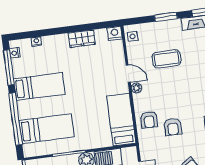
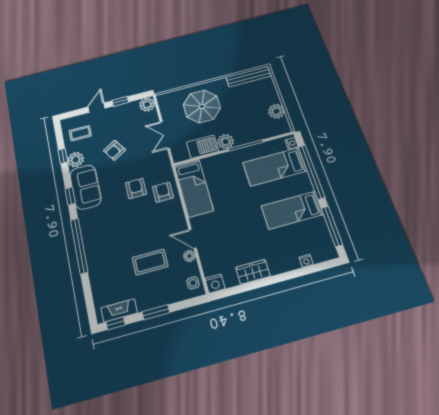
nightstand: (15, 53) -> (292, 143), moved
plant: (137, 88) -> (189, 256), moved

